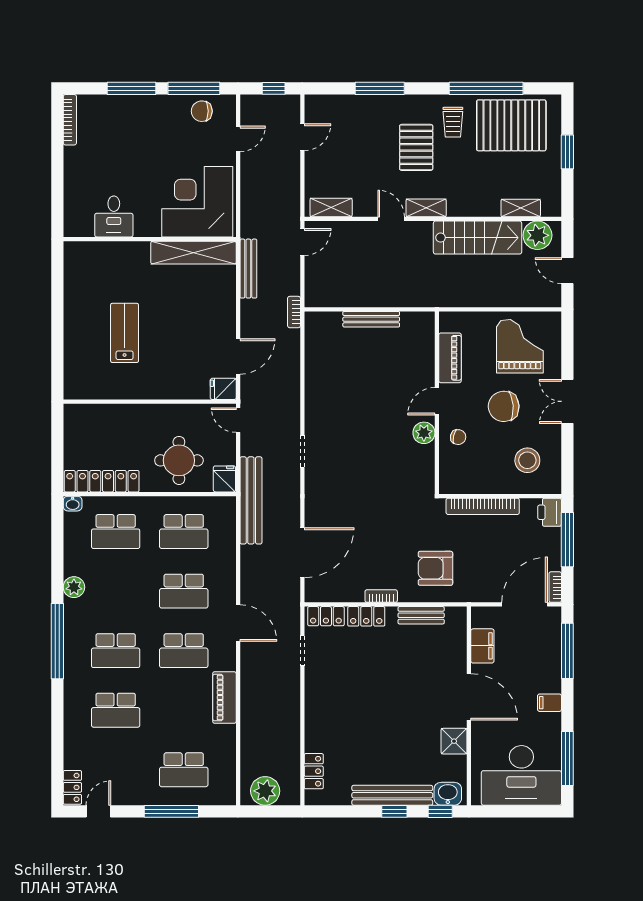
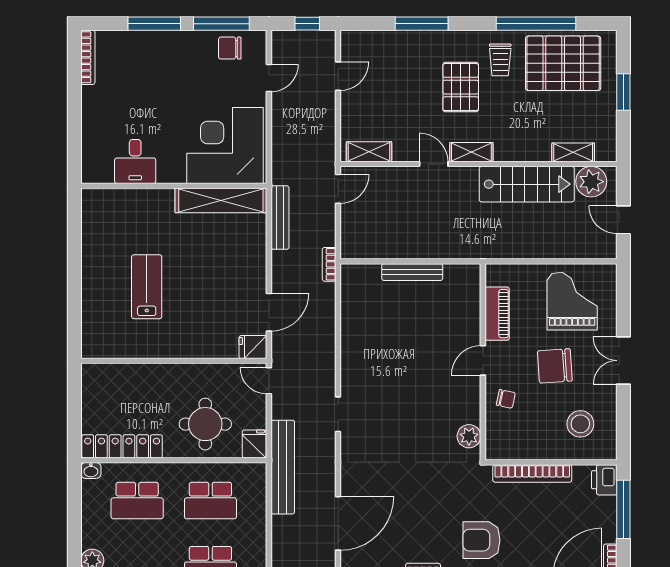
plant: (424, 433) -> (469, 436), moved

